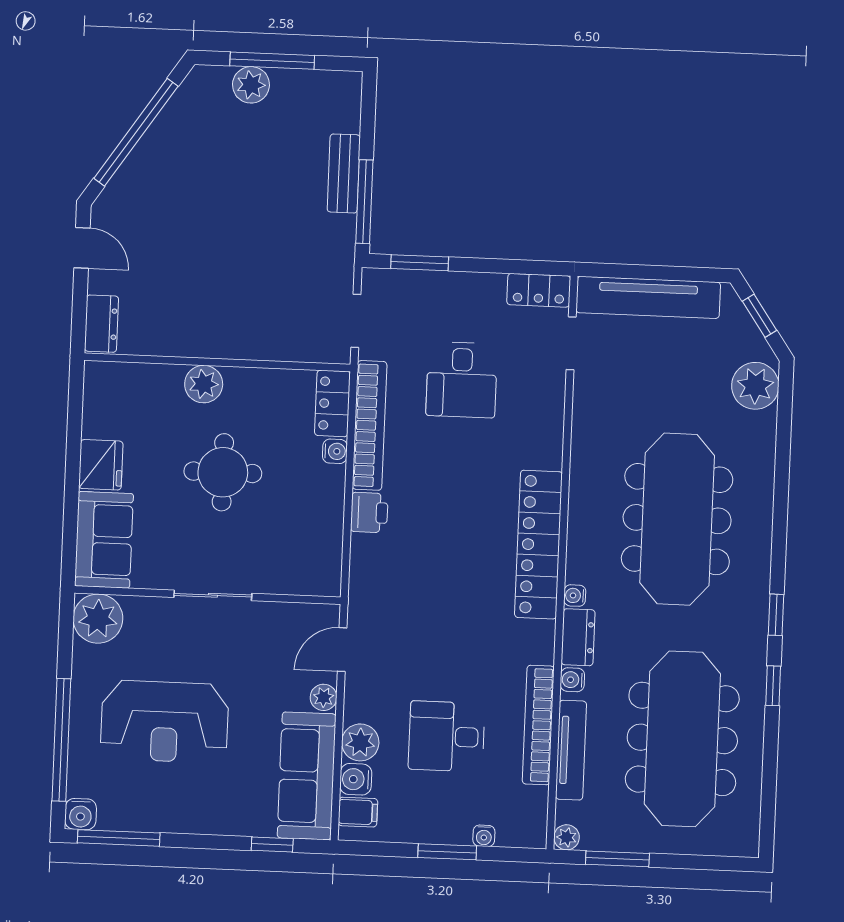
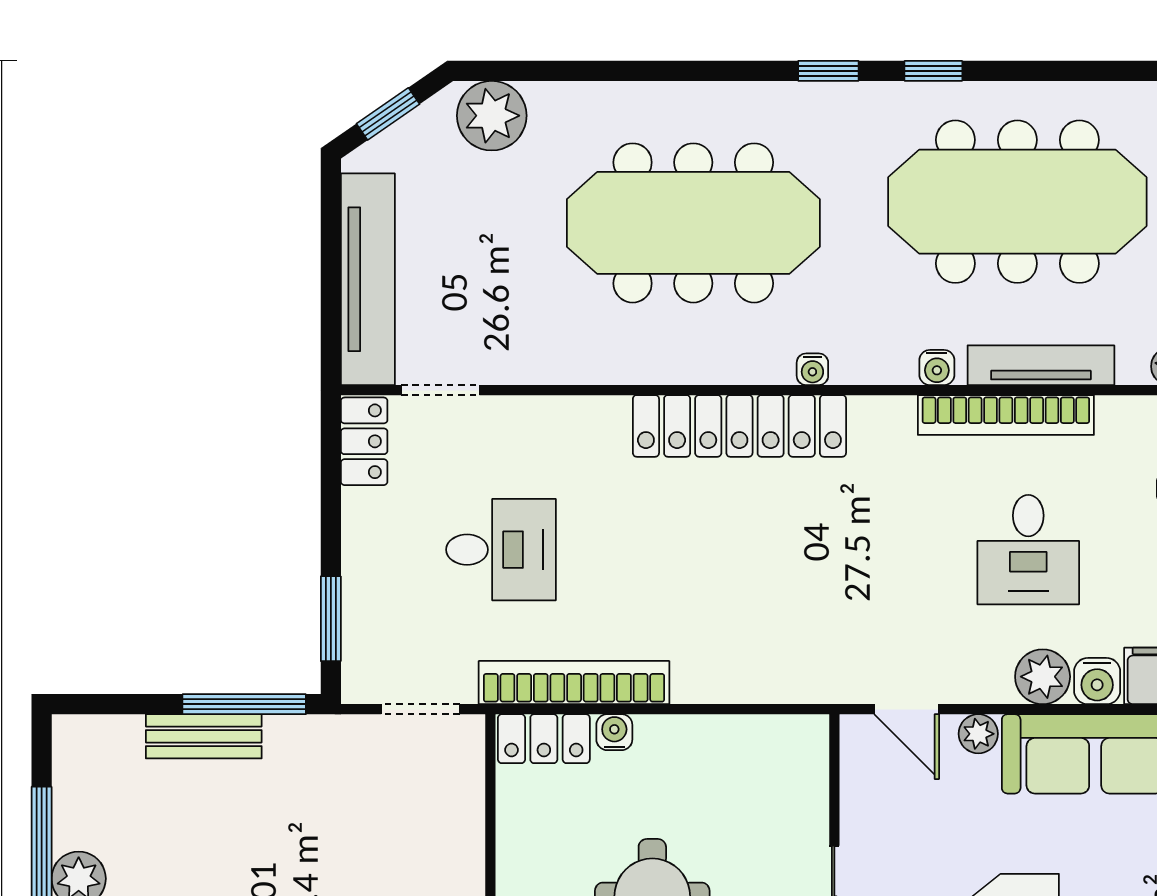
printer: (369, 512) -> (703, 678), removed
dresser: (578, 637) -> (874, 362), removed

